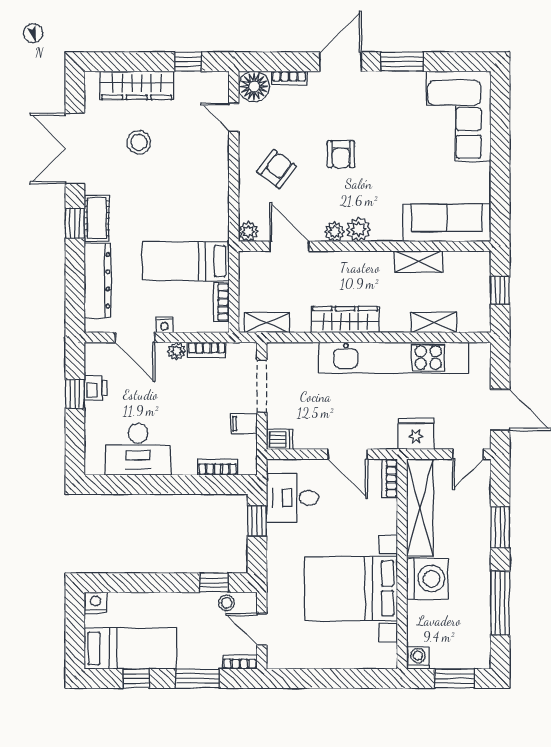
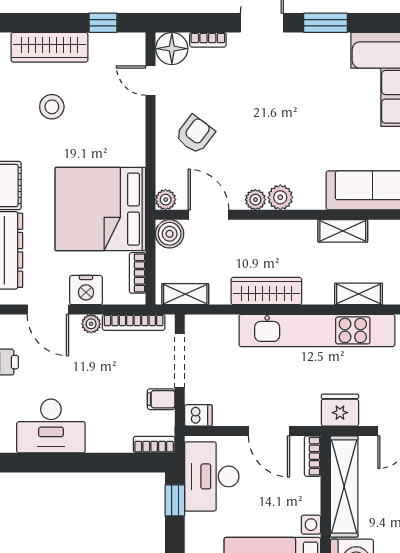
armchair: (341, 154) -> (262, 119), removed
bed: (186, 261) -> (100, 209), width x2.04
boiler: (252, 265) -> (170, 234), added
nightstand: (164, 325) -> (86, 290), width x1.89, depth x1.79
bookcase: (207, 350) -> (134, 322), width x1.56
bookcase: (218, 467) -> (154, 445), moved
desk: (293, 498) -> (212, 476), width x1.37

